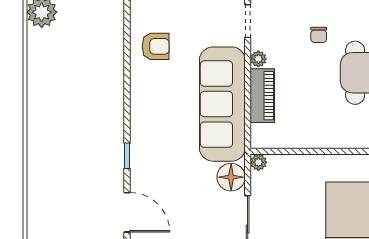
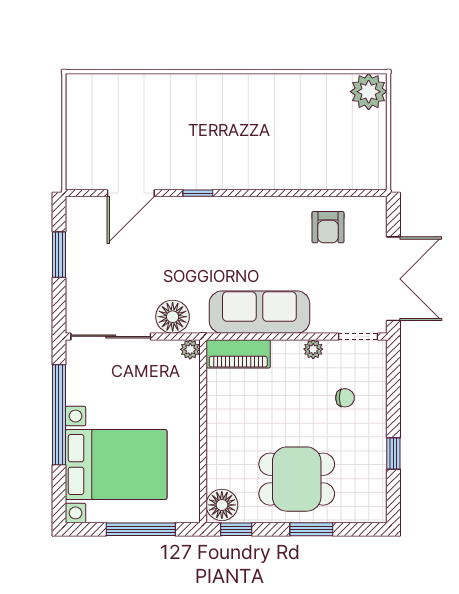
chair: (319, 35) -> (345, 398), moved, turned 180
piano: (262, 96) -> (238, 354), moved
sofa: (222, 104) -> (259, 312), width x0.74, depth x0.79

